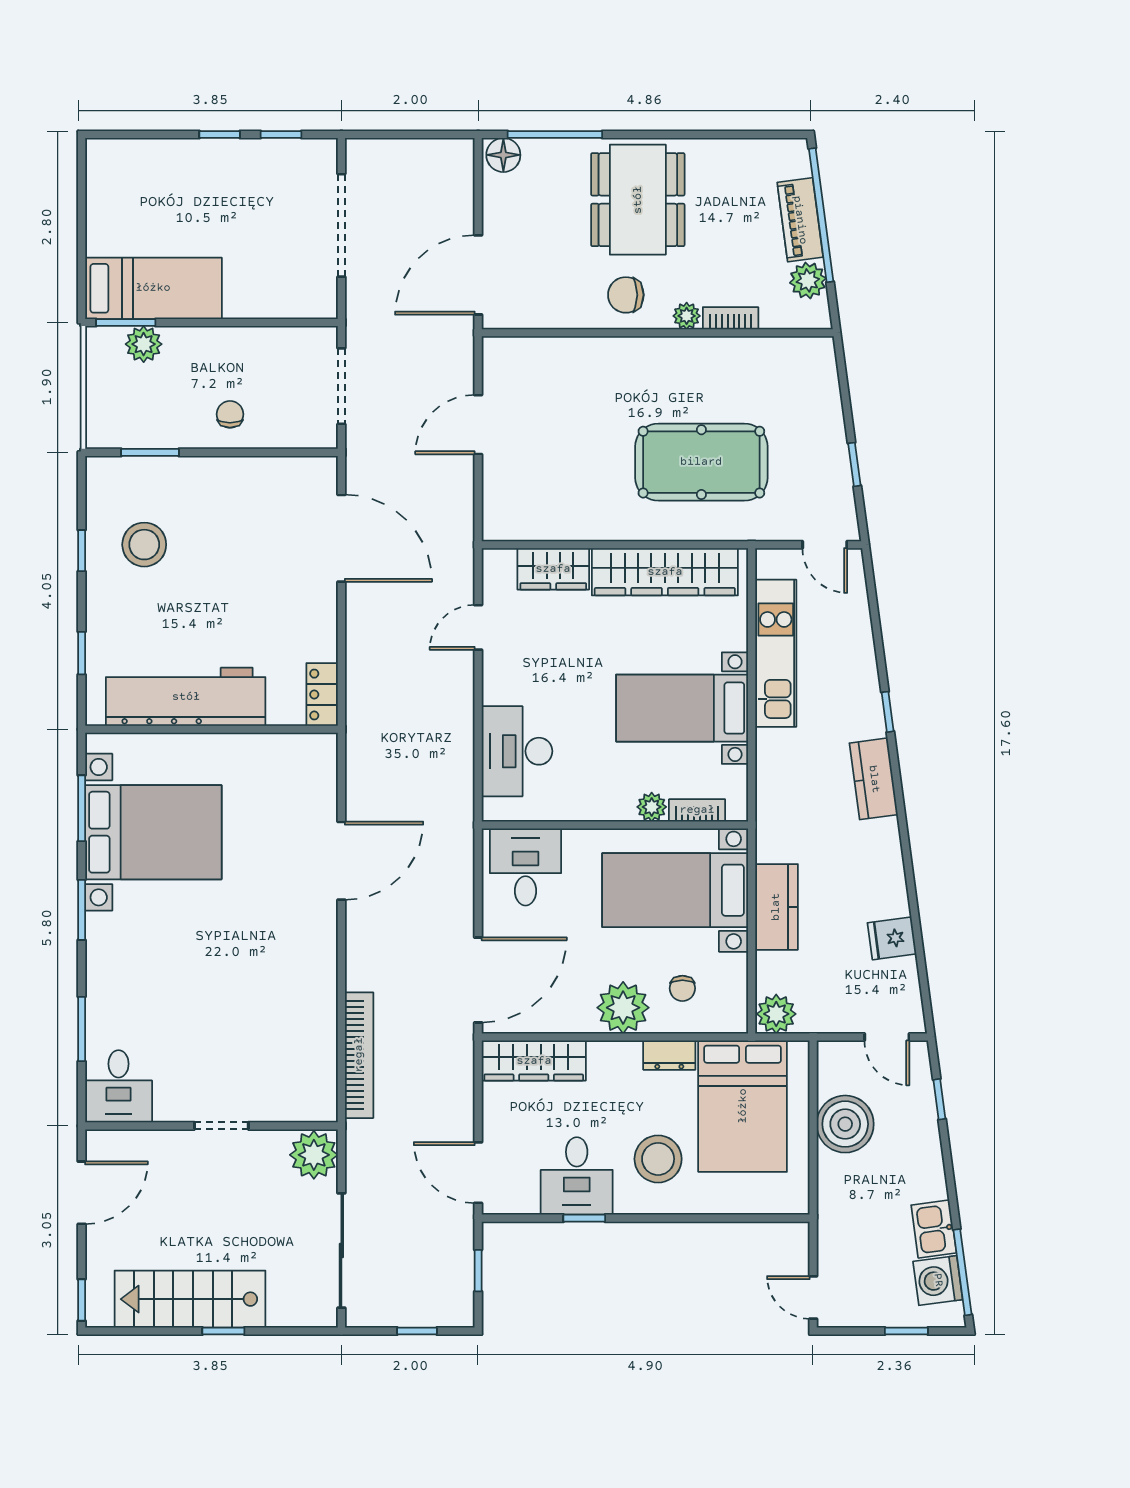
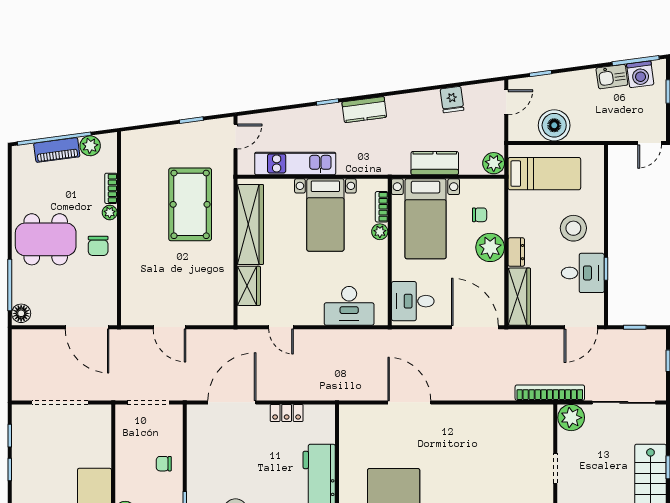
locker: (322, 695) -> (287, 413), moved
bookcase: (359, 1055) -> (550, 393), moved
dresser: (669, 1055) -> (516, 252), moved
bed: (743, 1106) -> (544, 174), width x0.67

